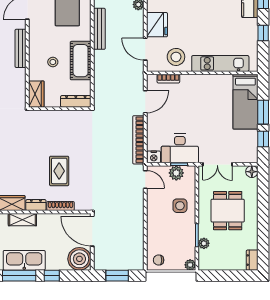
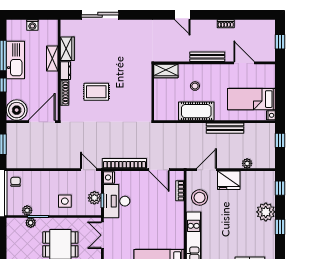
dresser: (76, 101) -> (159, 107), removed
door: (145, 179) -> (89, 170), swing flipped
plant: (190, 265) -> (27, 210), moved

